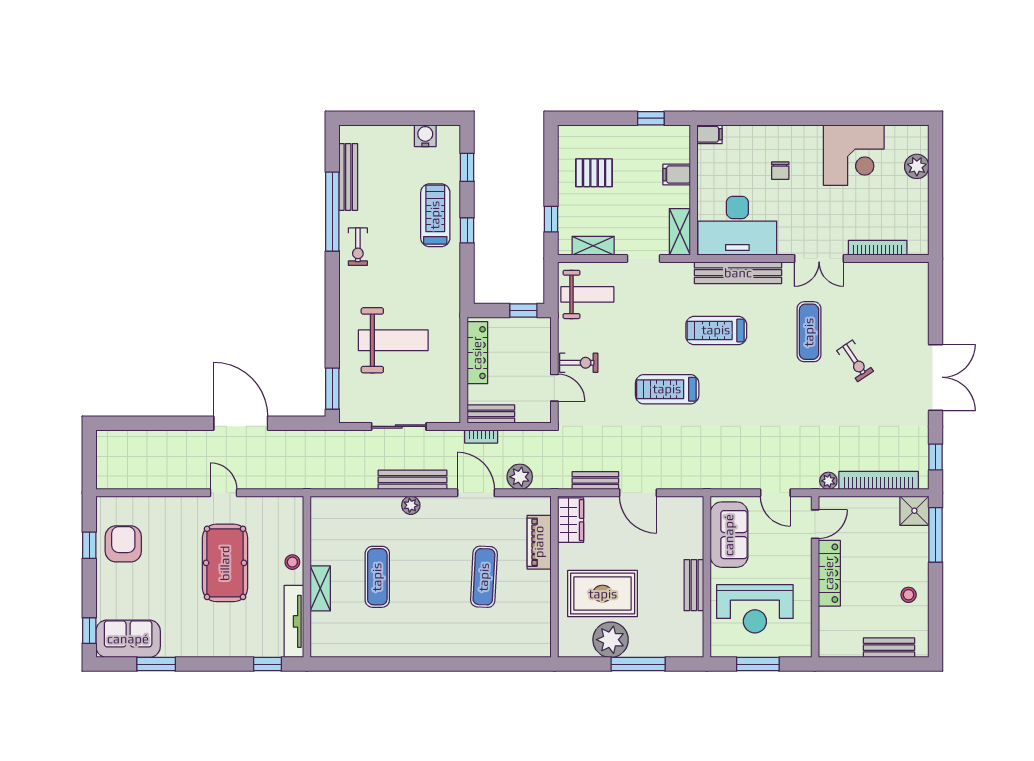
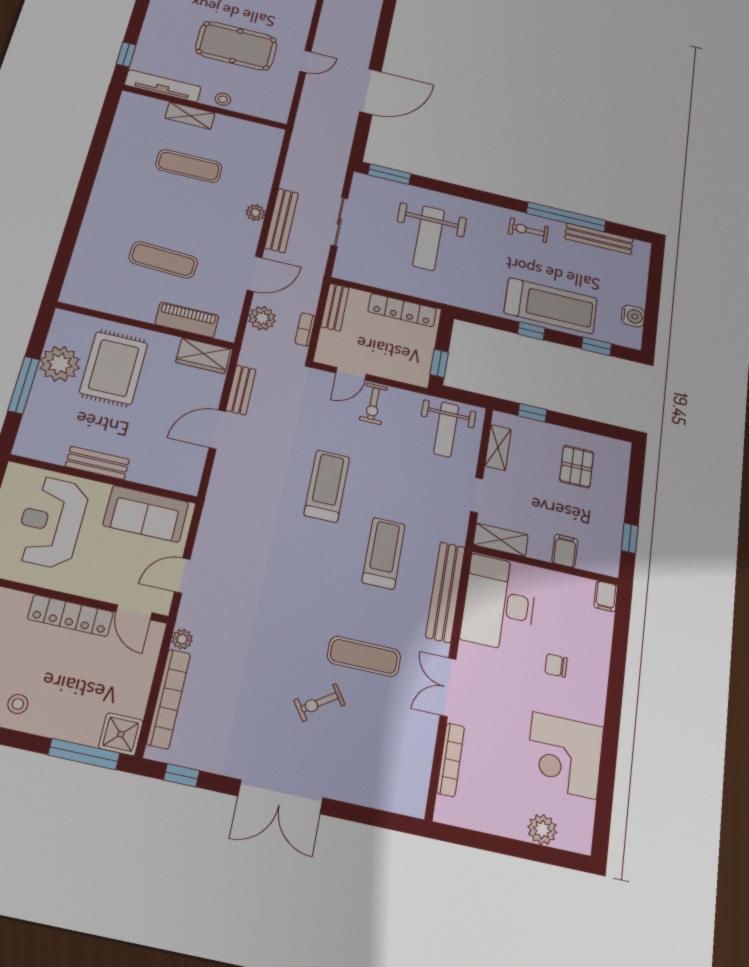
treadmill: (435, 215) -> (551, 306), width x1.37, depth x1.37
bookcase: (481, 436) -> (305, 329), moved

